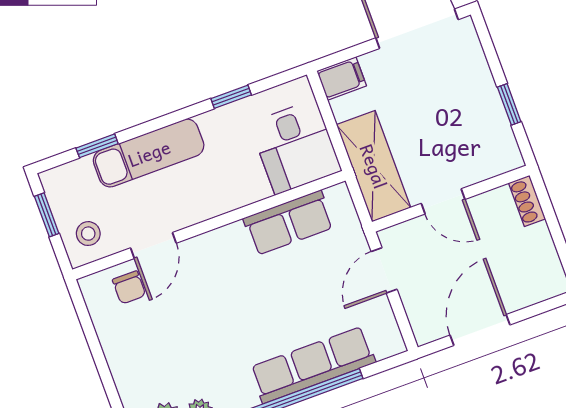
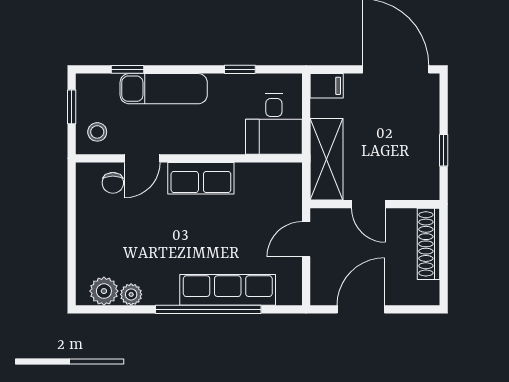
shoe rack: (527, 201) -> (429, 244), width x1.94, depth x1.24
row of seats: (289, 223) -> (201, 178), moved

